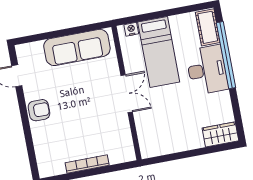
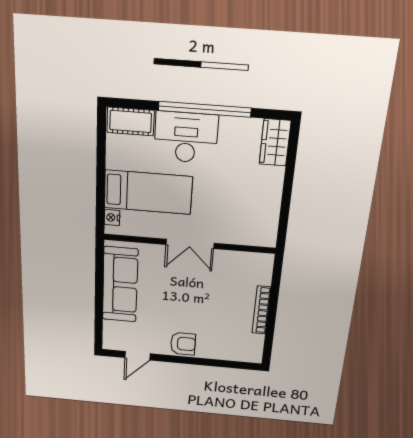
window: (226, 55) -> (205, 109), moved
double door: (127, 94) -> (190, 244), swing flipped
armchair: (39, 110) -> (183, 344), turned 90

